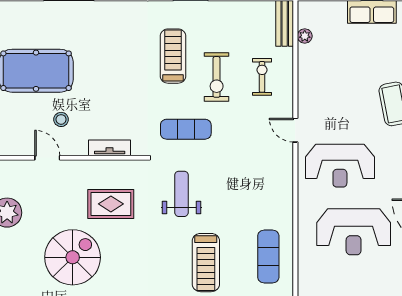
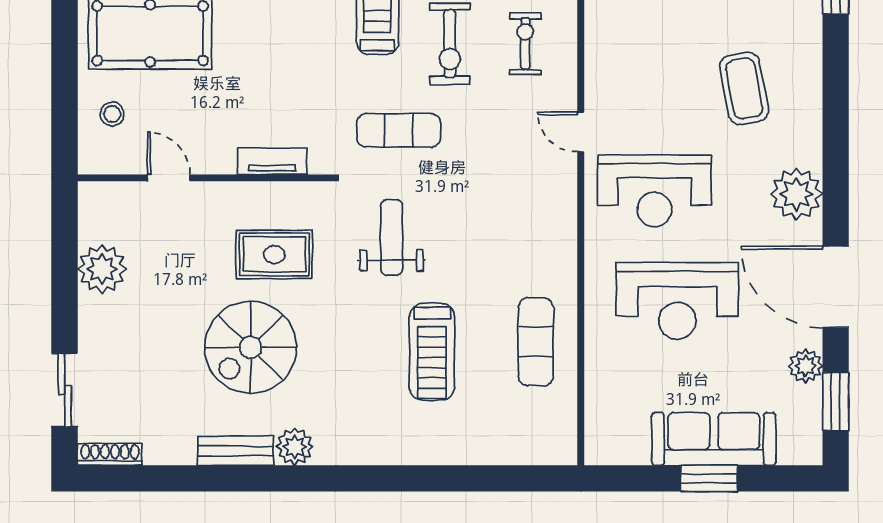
stool: (61, 119) -> (112, 114), moved
spiral stairs: (73, 257) -> (251, 348), moved, turned 180

